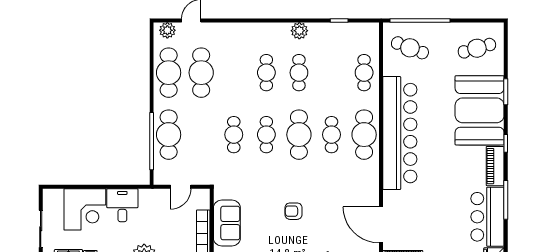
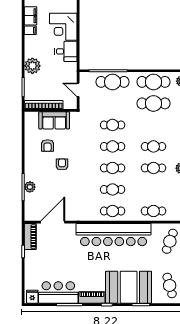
cafe table: (299, 135) -> (113, 168), width x0.73, depth x0.74
cafe table: (364, 135) -> (113, 211), width x0.73, depth x0.74
armchair: (265, 233) -> (48, 146), added

